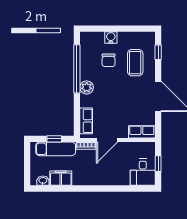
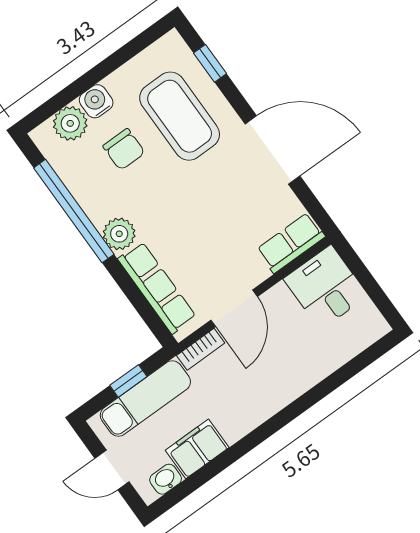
plant: (97, 39) -> (70, 123), added
coffee table: (135, 63) -> (180, 116), width x1.36, depth x1.32
row of seats: (86, 121) -> (157, 288), width x1.48
window: (158, 164) -> (368, 282), removed
door: (27, 165) -> (112, 470), added
desk: (143, 172) -> (326, 287), moved, turned 180

